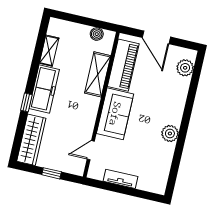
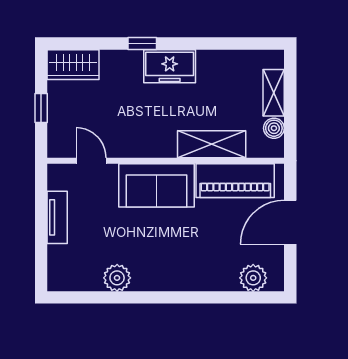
shelving: (49, 51) -> (274, 93), moved, turned 90
freezer: (44, 89) -> (170, 66), width x0.71
plant: (170, 133) -> (117, 278), moved
wardrobe: (31, 140) -> (73, 65), width x0.67

